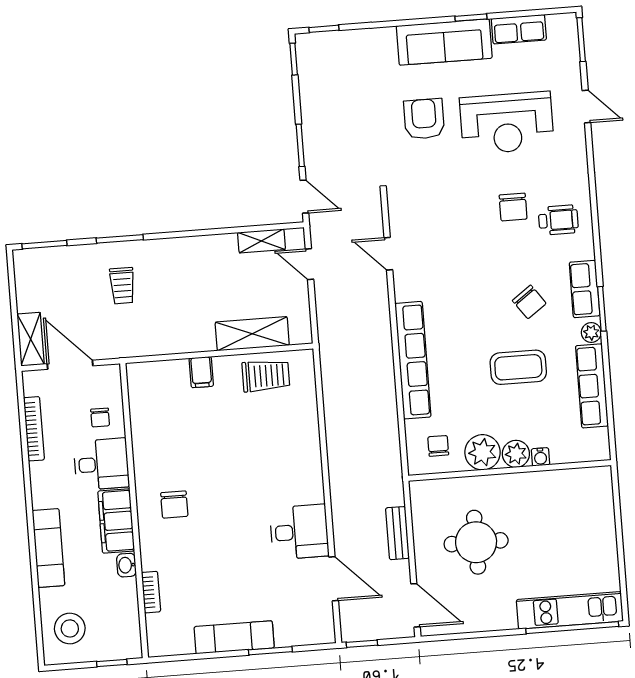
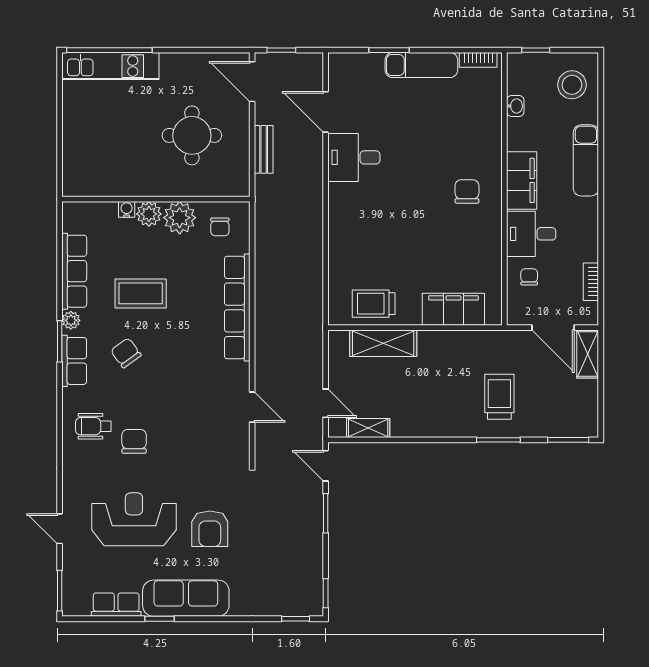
trolley: (122, 286) -> (499, 397), width x1.36, depth x1.39
filing cabinet: (201, 372) -> (453, 309), width x3.00, depth x1.17
bookcase: (34, 429) -> (591, 282), width x0.64
washbasin: (126, 565) -> (515, 106), moved
bookcase: (151, 592) -> (478, 60), moved, turned -90
window: (362, 644) -> (281, 50), moved

